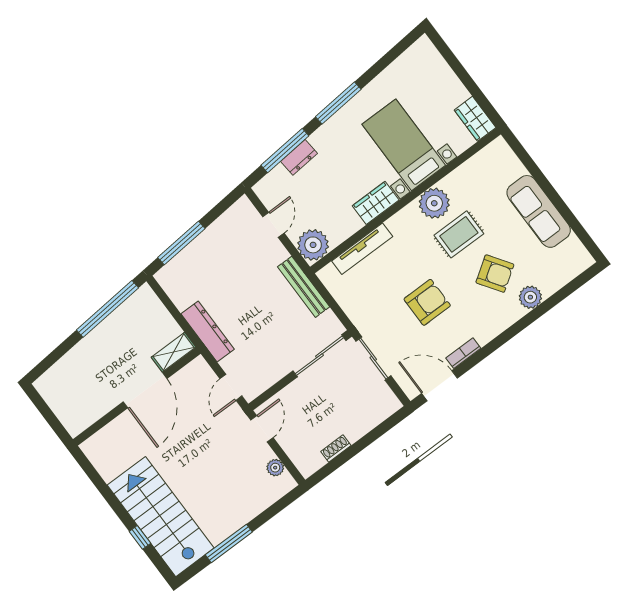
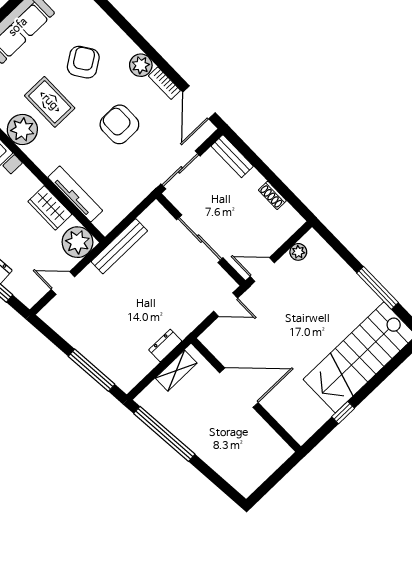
wardrobe: (376, 203) -> (50, 208), moved
plant: (530, 297) -> (141, 65), moved
dresser: (208, 331) -> (165, 346), width x0.51, depth x0.80
shelving: (174, 352) -> (176, 371), moved, turned 90
sliding door: (319, 356) -> (200, 239), moved
bench: (381, 413) -> (232, 156), added
window: (140, 537) -> (343, 413), moved

